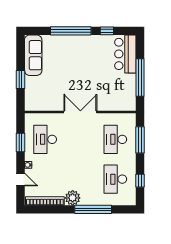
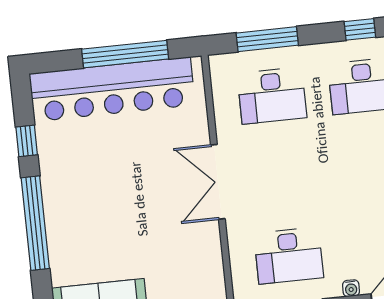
bar counter: (125, 54) -> (112, 89), width x1.86

